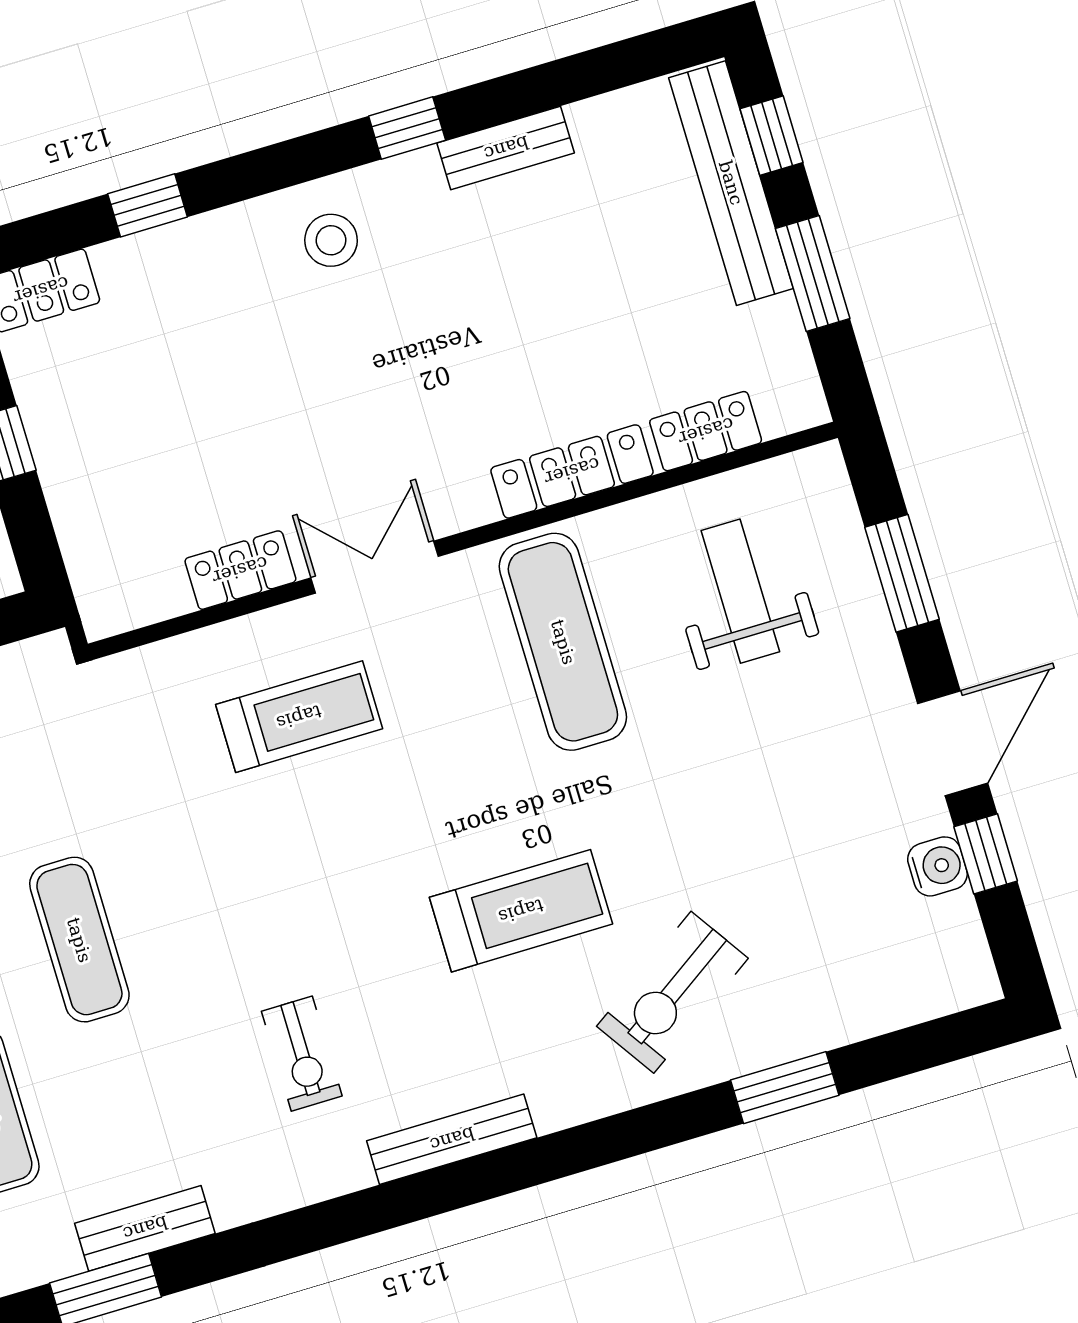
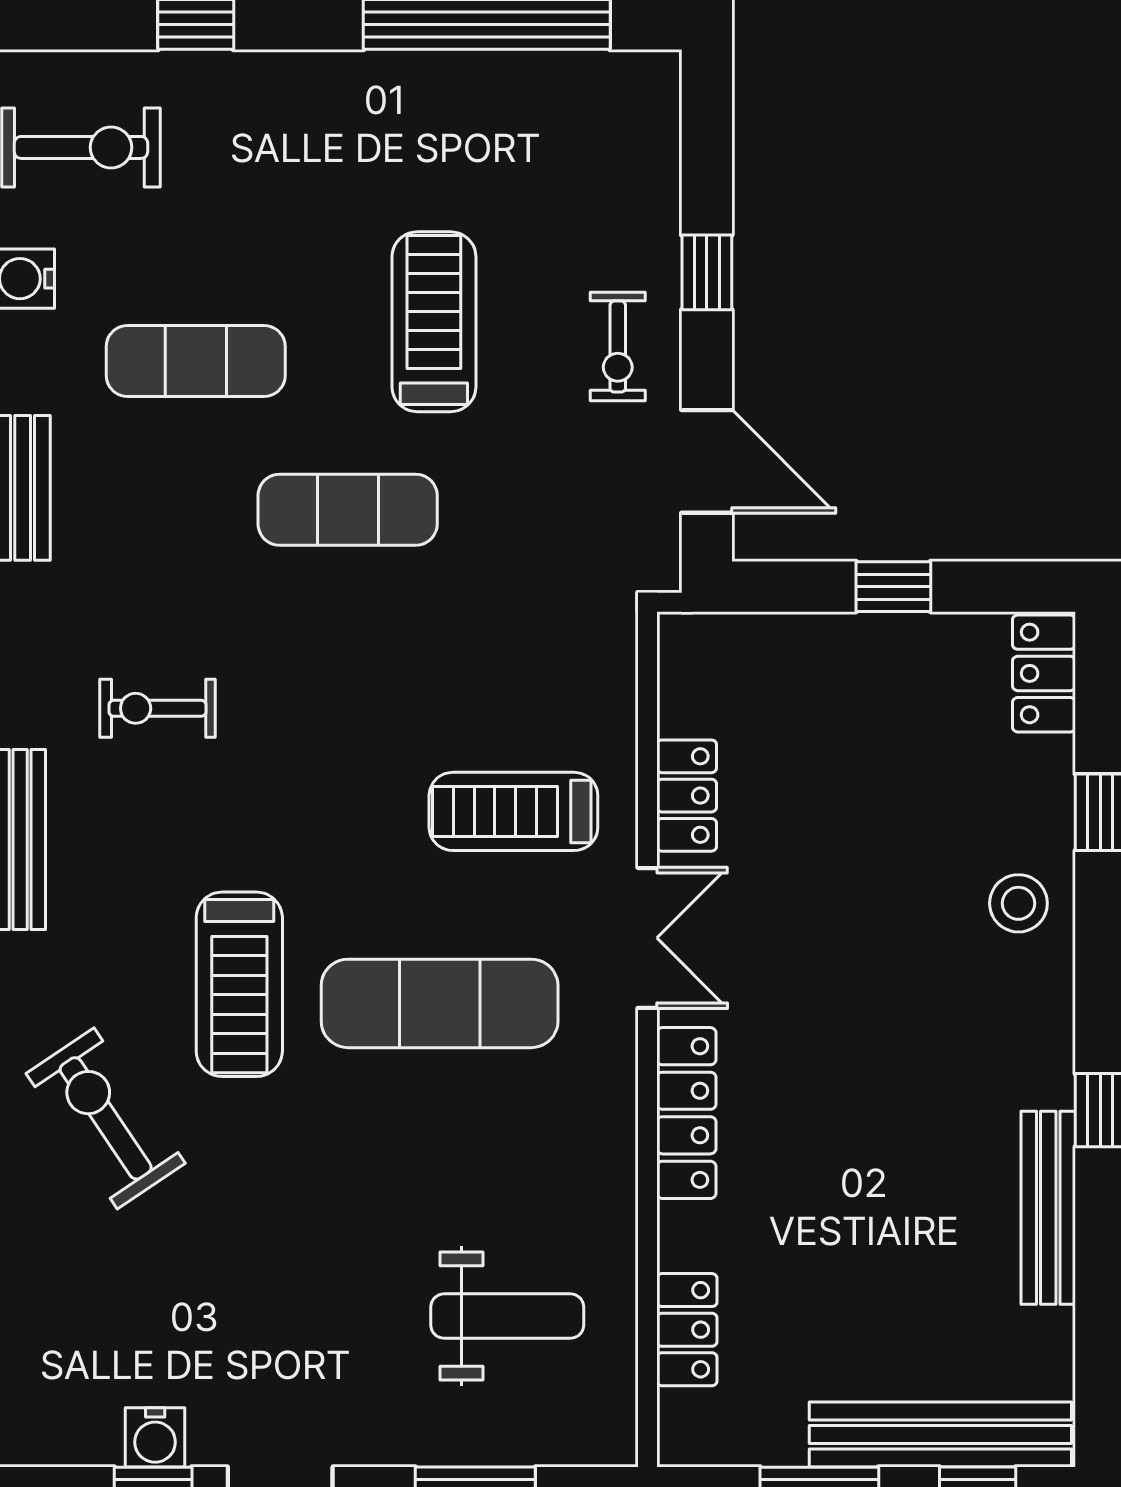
bench: (506, 148) -> (1048, 1208), width x1.36
stool: (331, 240) -> (1018, 903), moved
locker: (572, 471) -> (686, 1113), moved
exercise mat: (563, 642) -> (440, 1003), moved
treadmill: (299, 717) -> (513, 811), turned 90

